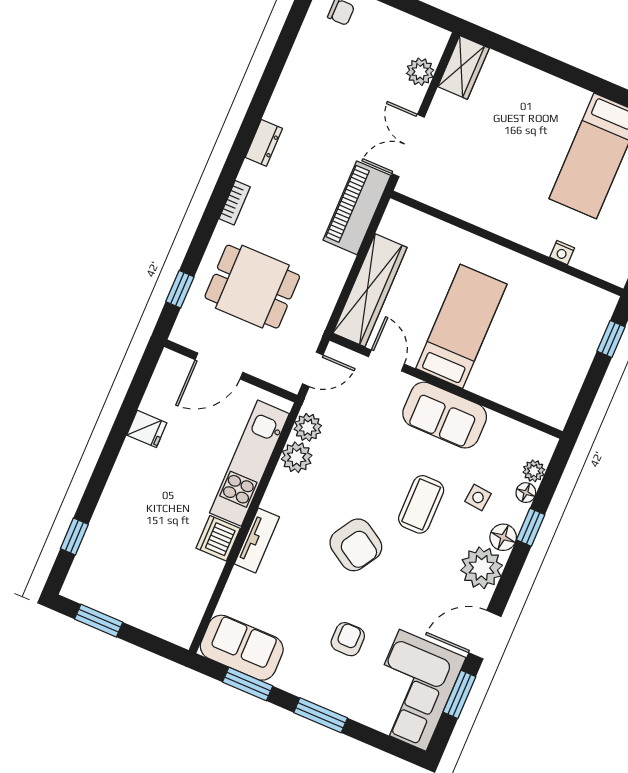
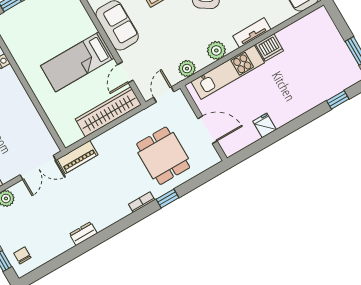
dresser: (264, 143) -> (83, 234), moved
piano: (357, 208) -> (78, 157), width x0.73, depth x0.75
window: (180, 289) -> (168, 198), moved
door: (313, 369) -> (164, 94), hinge flipped
plant: (297, 457) -> (216, 50), moved

